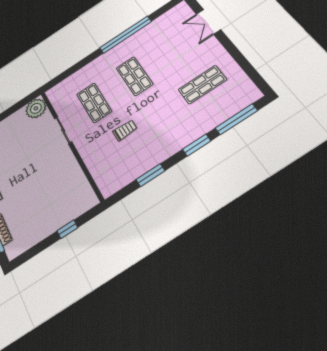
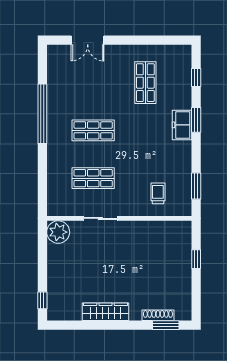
window: (236, 119) -> (196, 78), width x0.46
trolley: (125, 130) -> (158, 193), moved
freezer: (184, 137) -> (182, 125), added
window: (150, 175) -> (196, 186), moved

